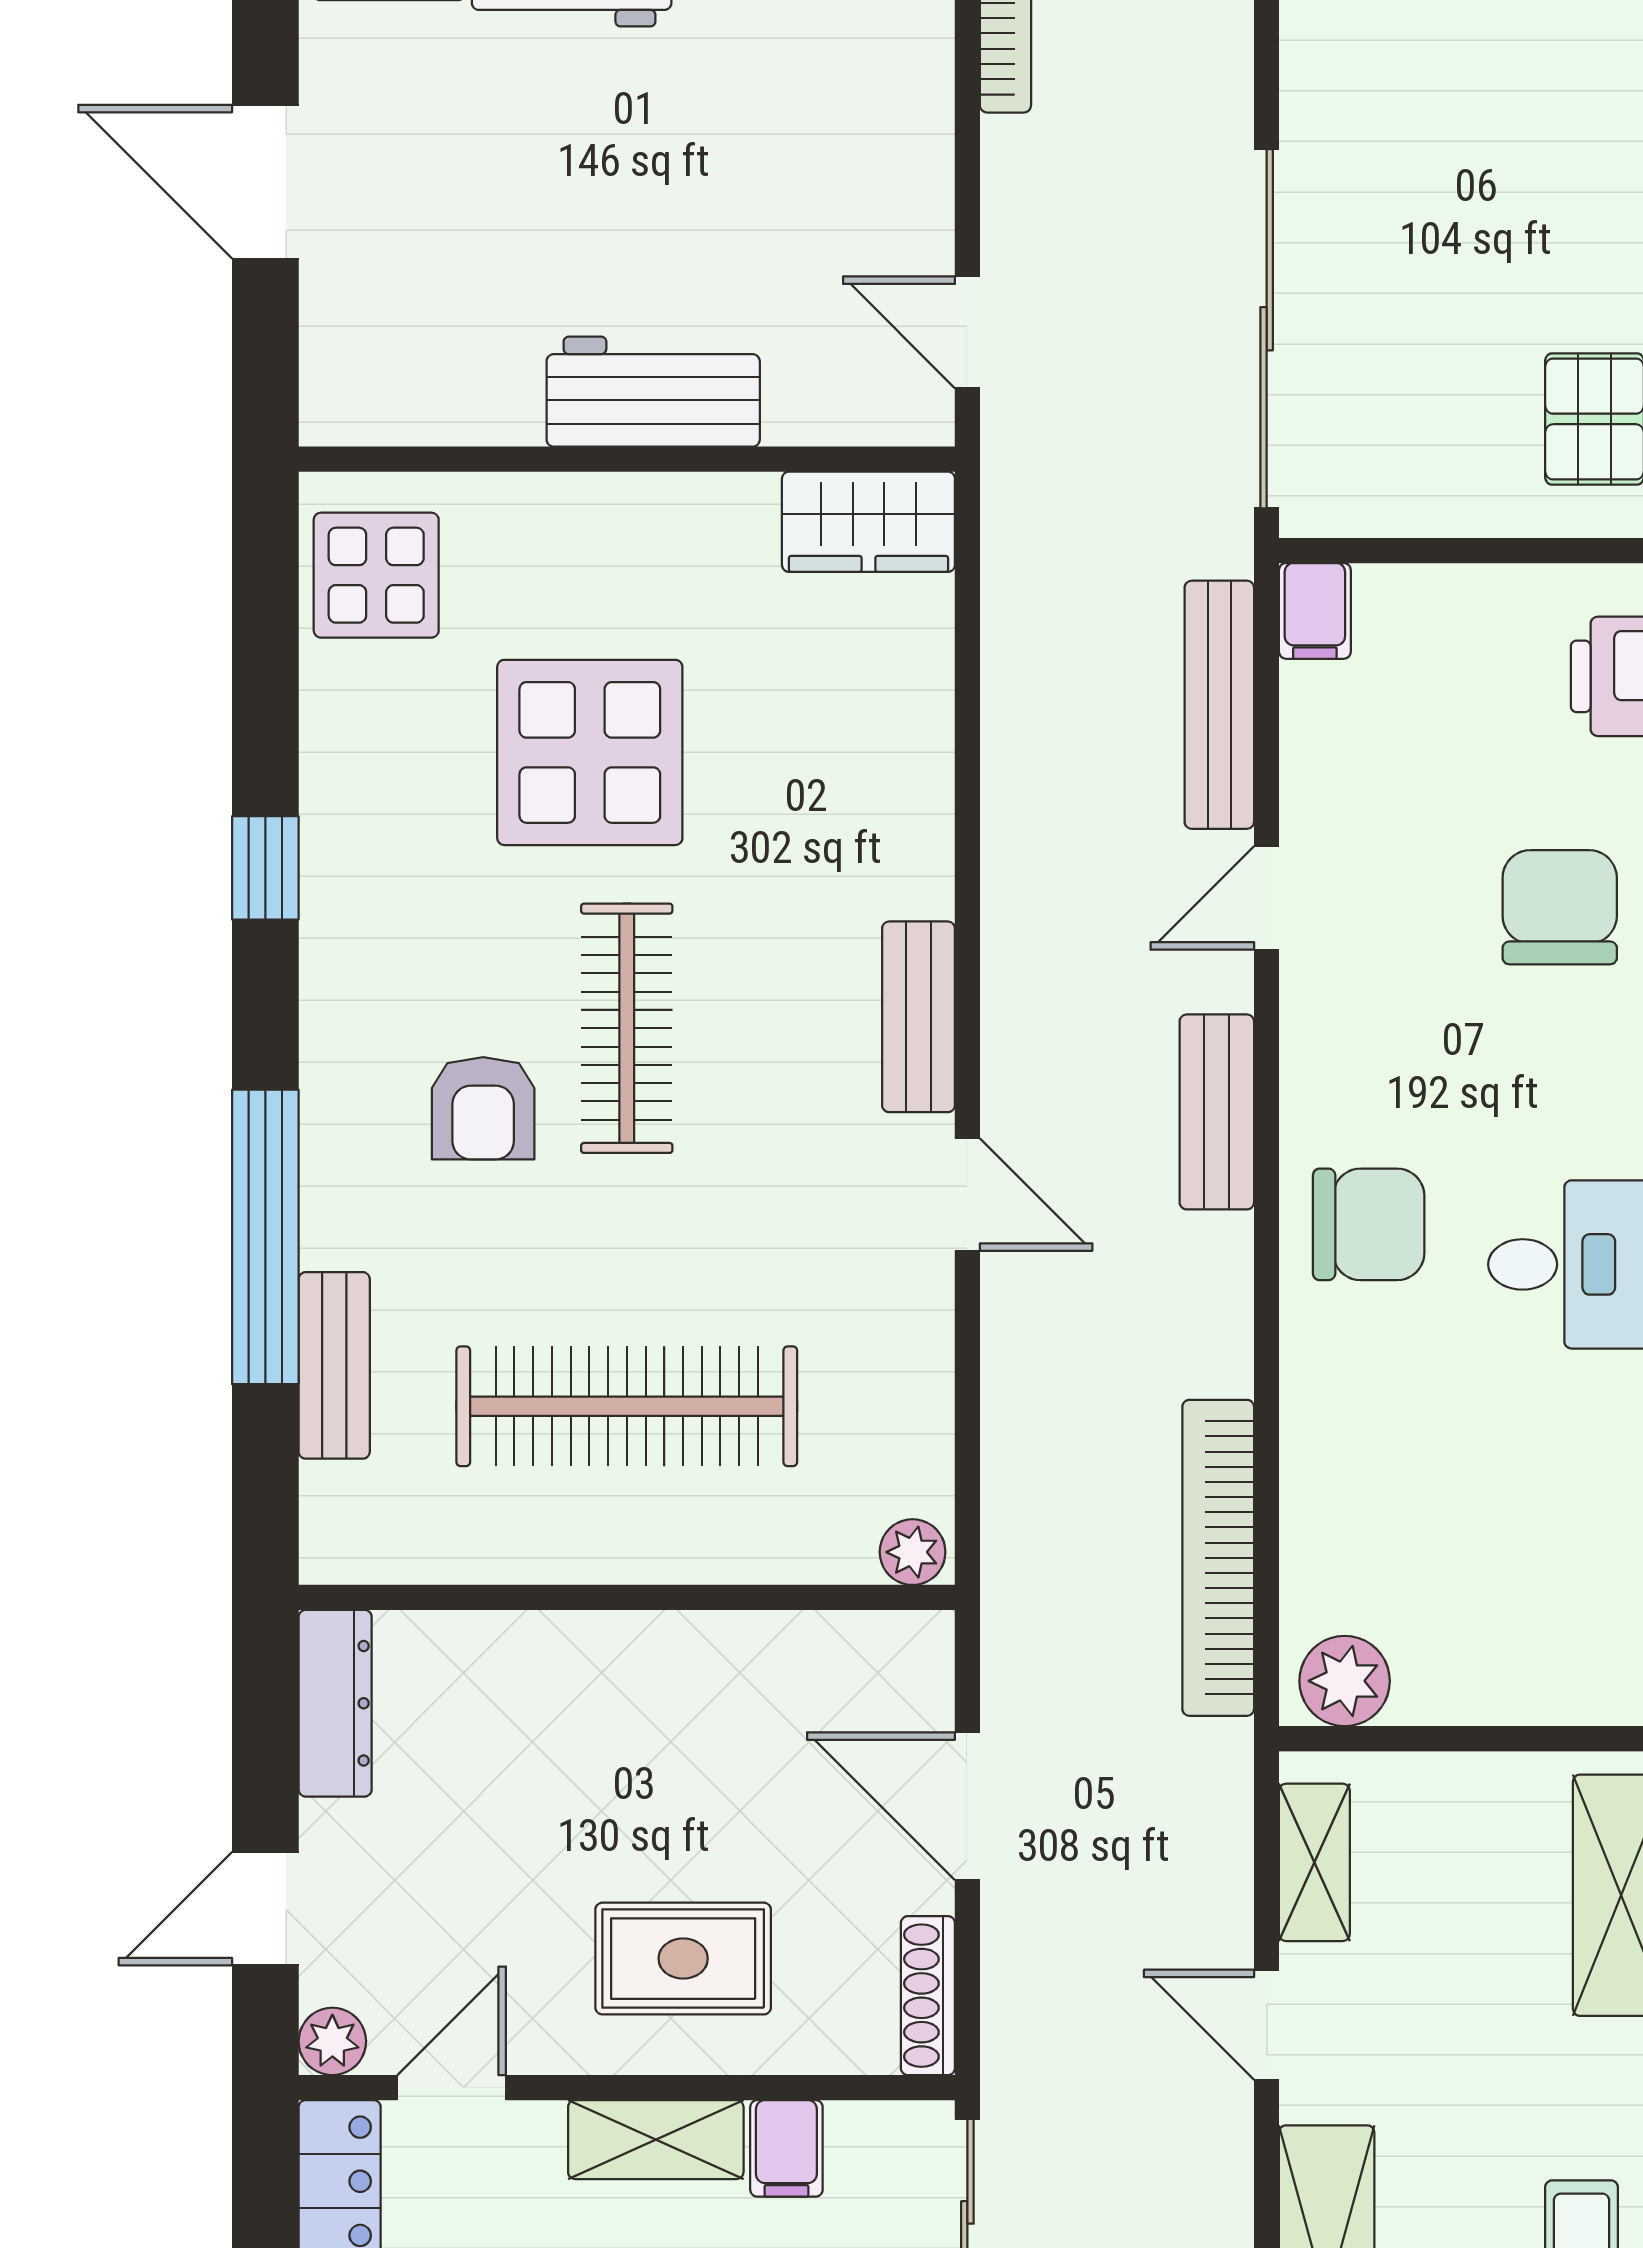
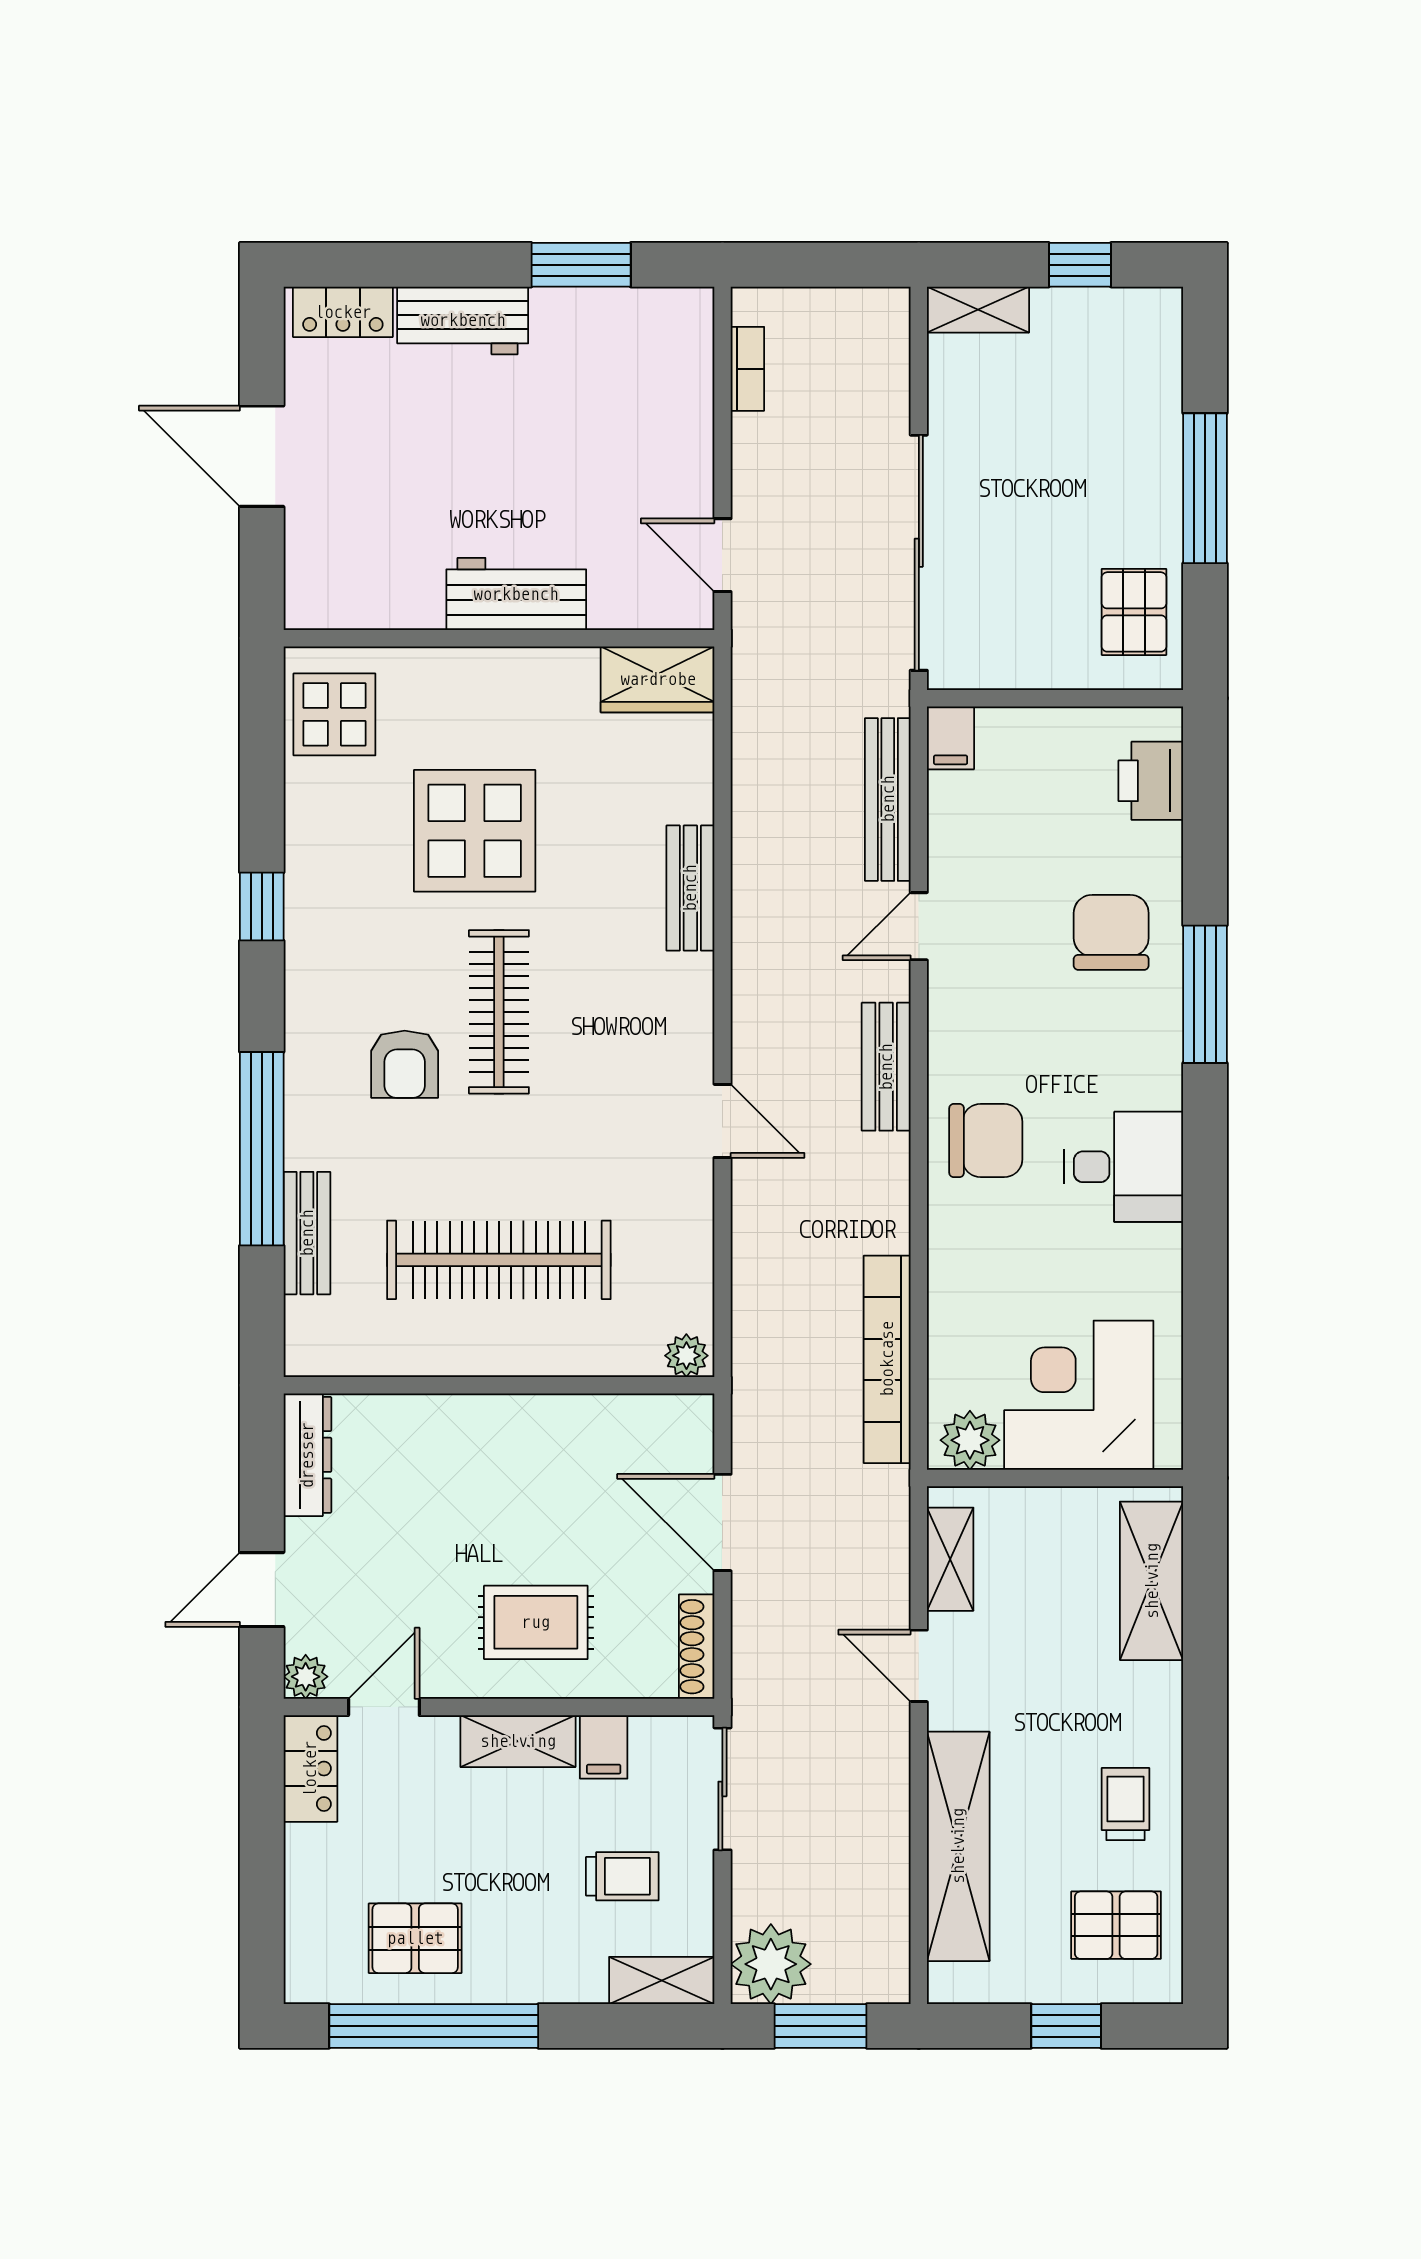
bench: (919, 1017) -> (690, 888), moved
corner desk: (1510, 1612) -> (1079, 1395), added

